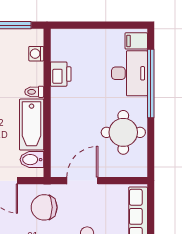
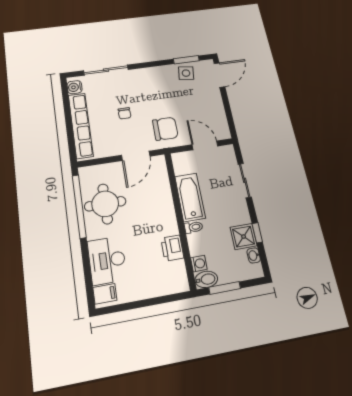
window: (151, 83) -> (79, 206), moved
bidet: (32, 160) -> (206, 279), moved

